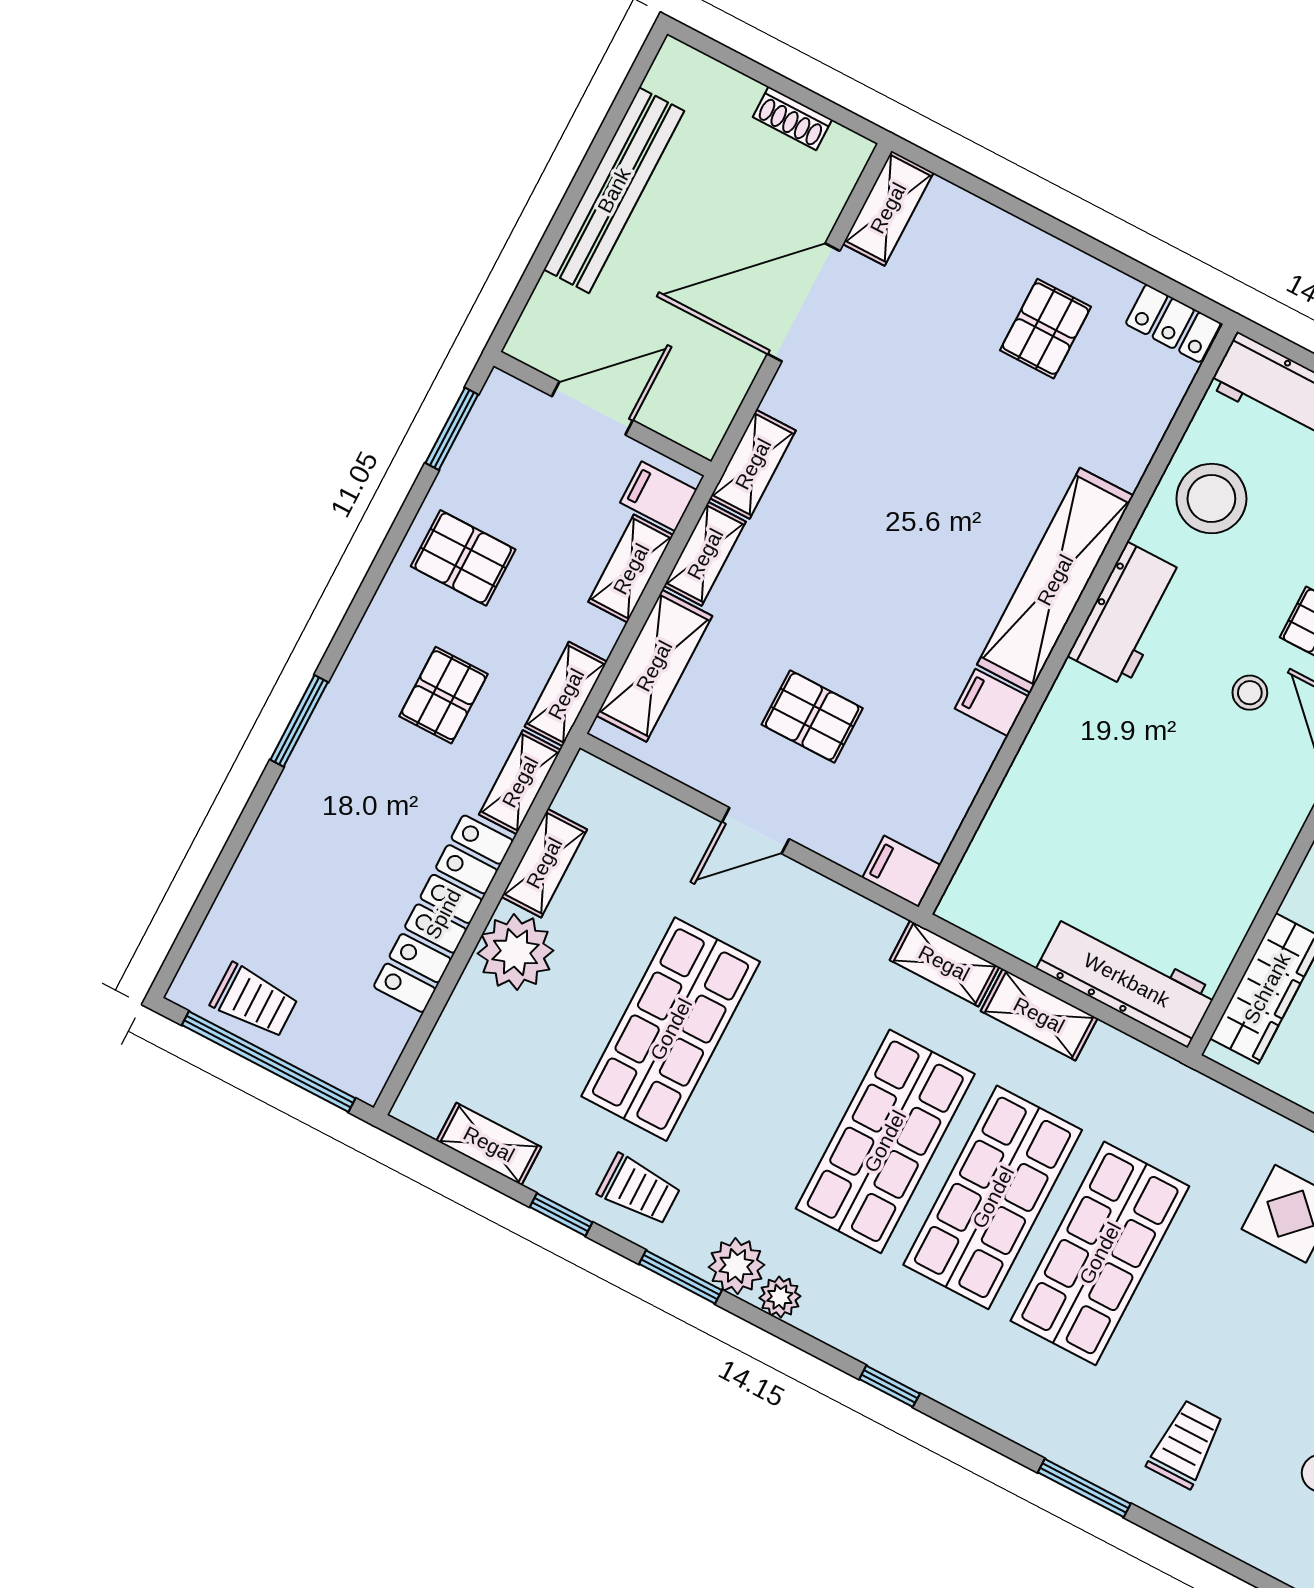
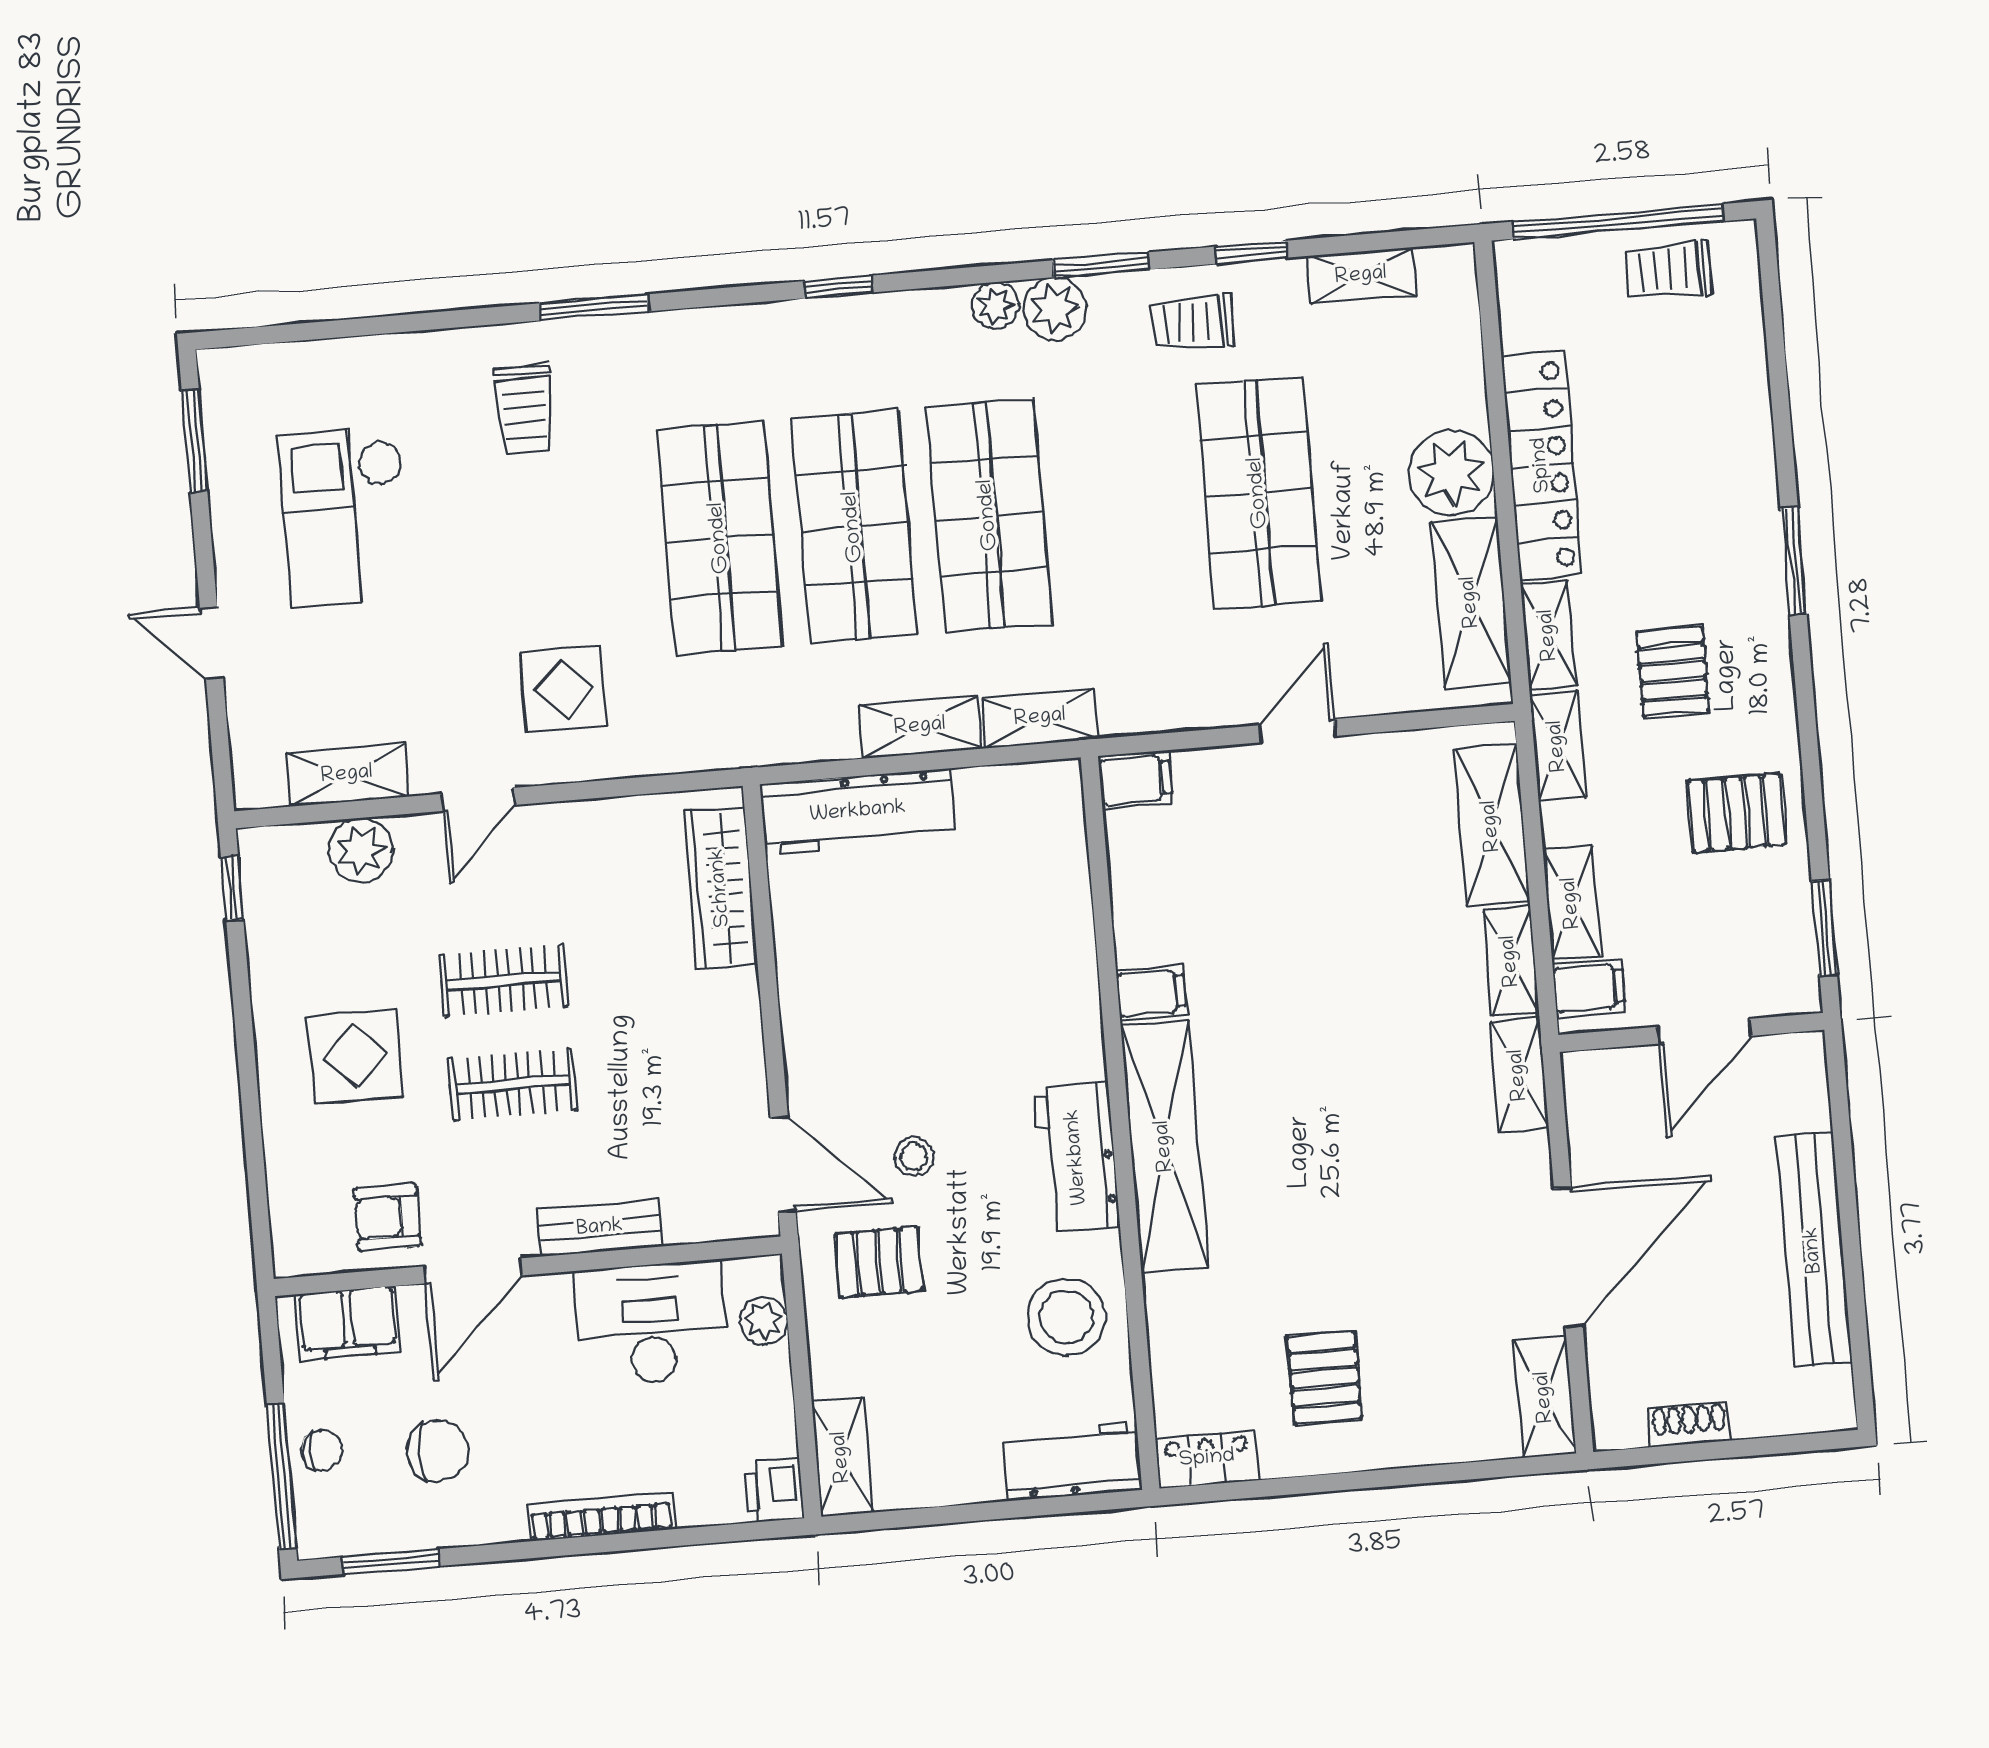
pallet: (812, 716) -> (1312, 872), removed
shelving: (544, 863) -> (1471, 602), width x1.50, depth x1.33

